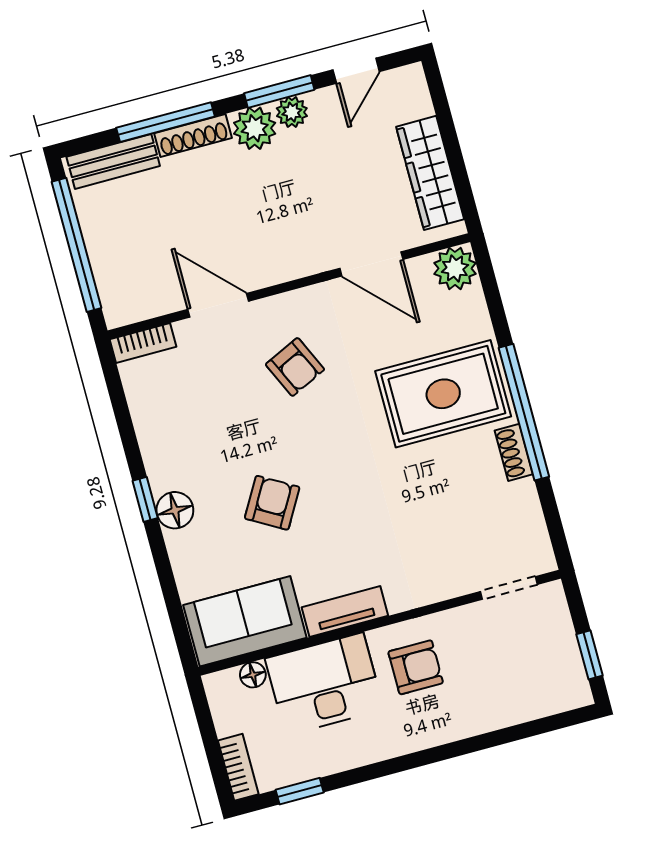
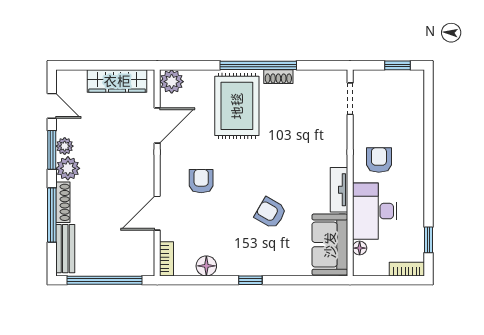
armchair: (295, 367) -> (201, 181), turned -65
floor lamp: (175, 510) -> (206, 266), moved

